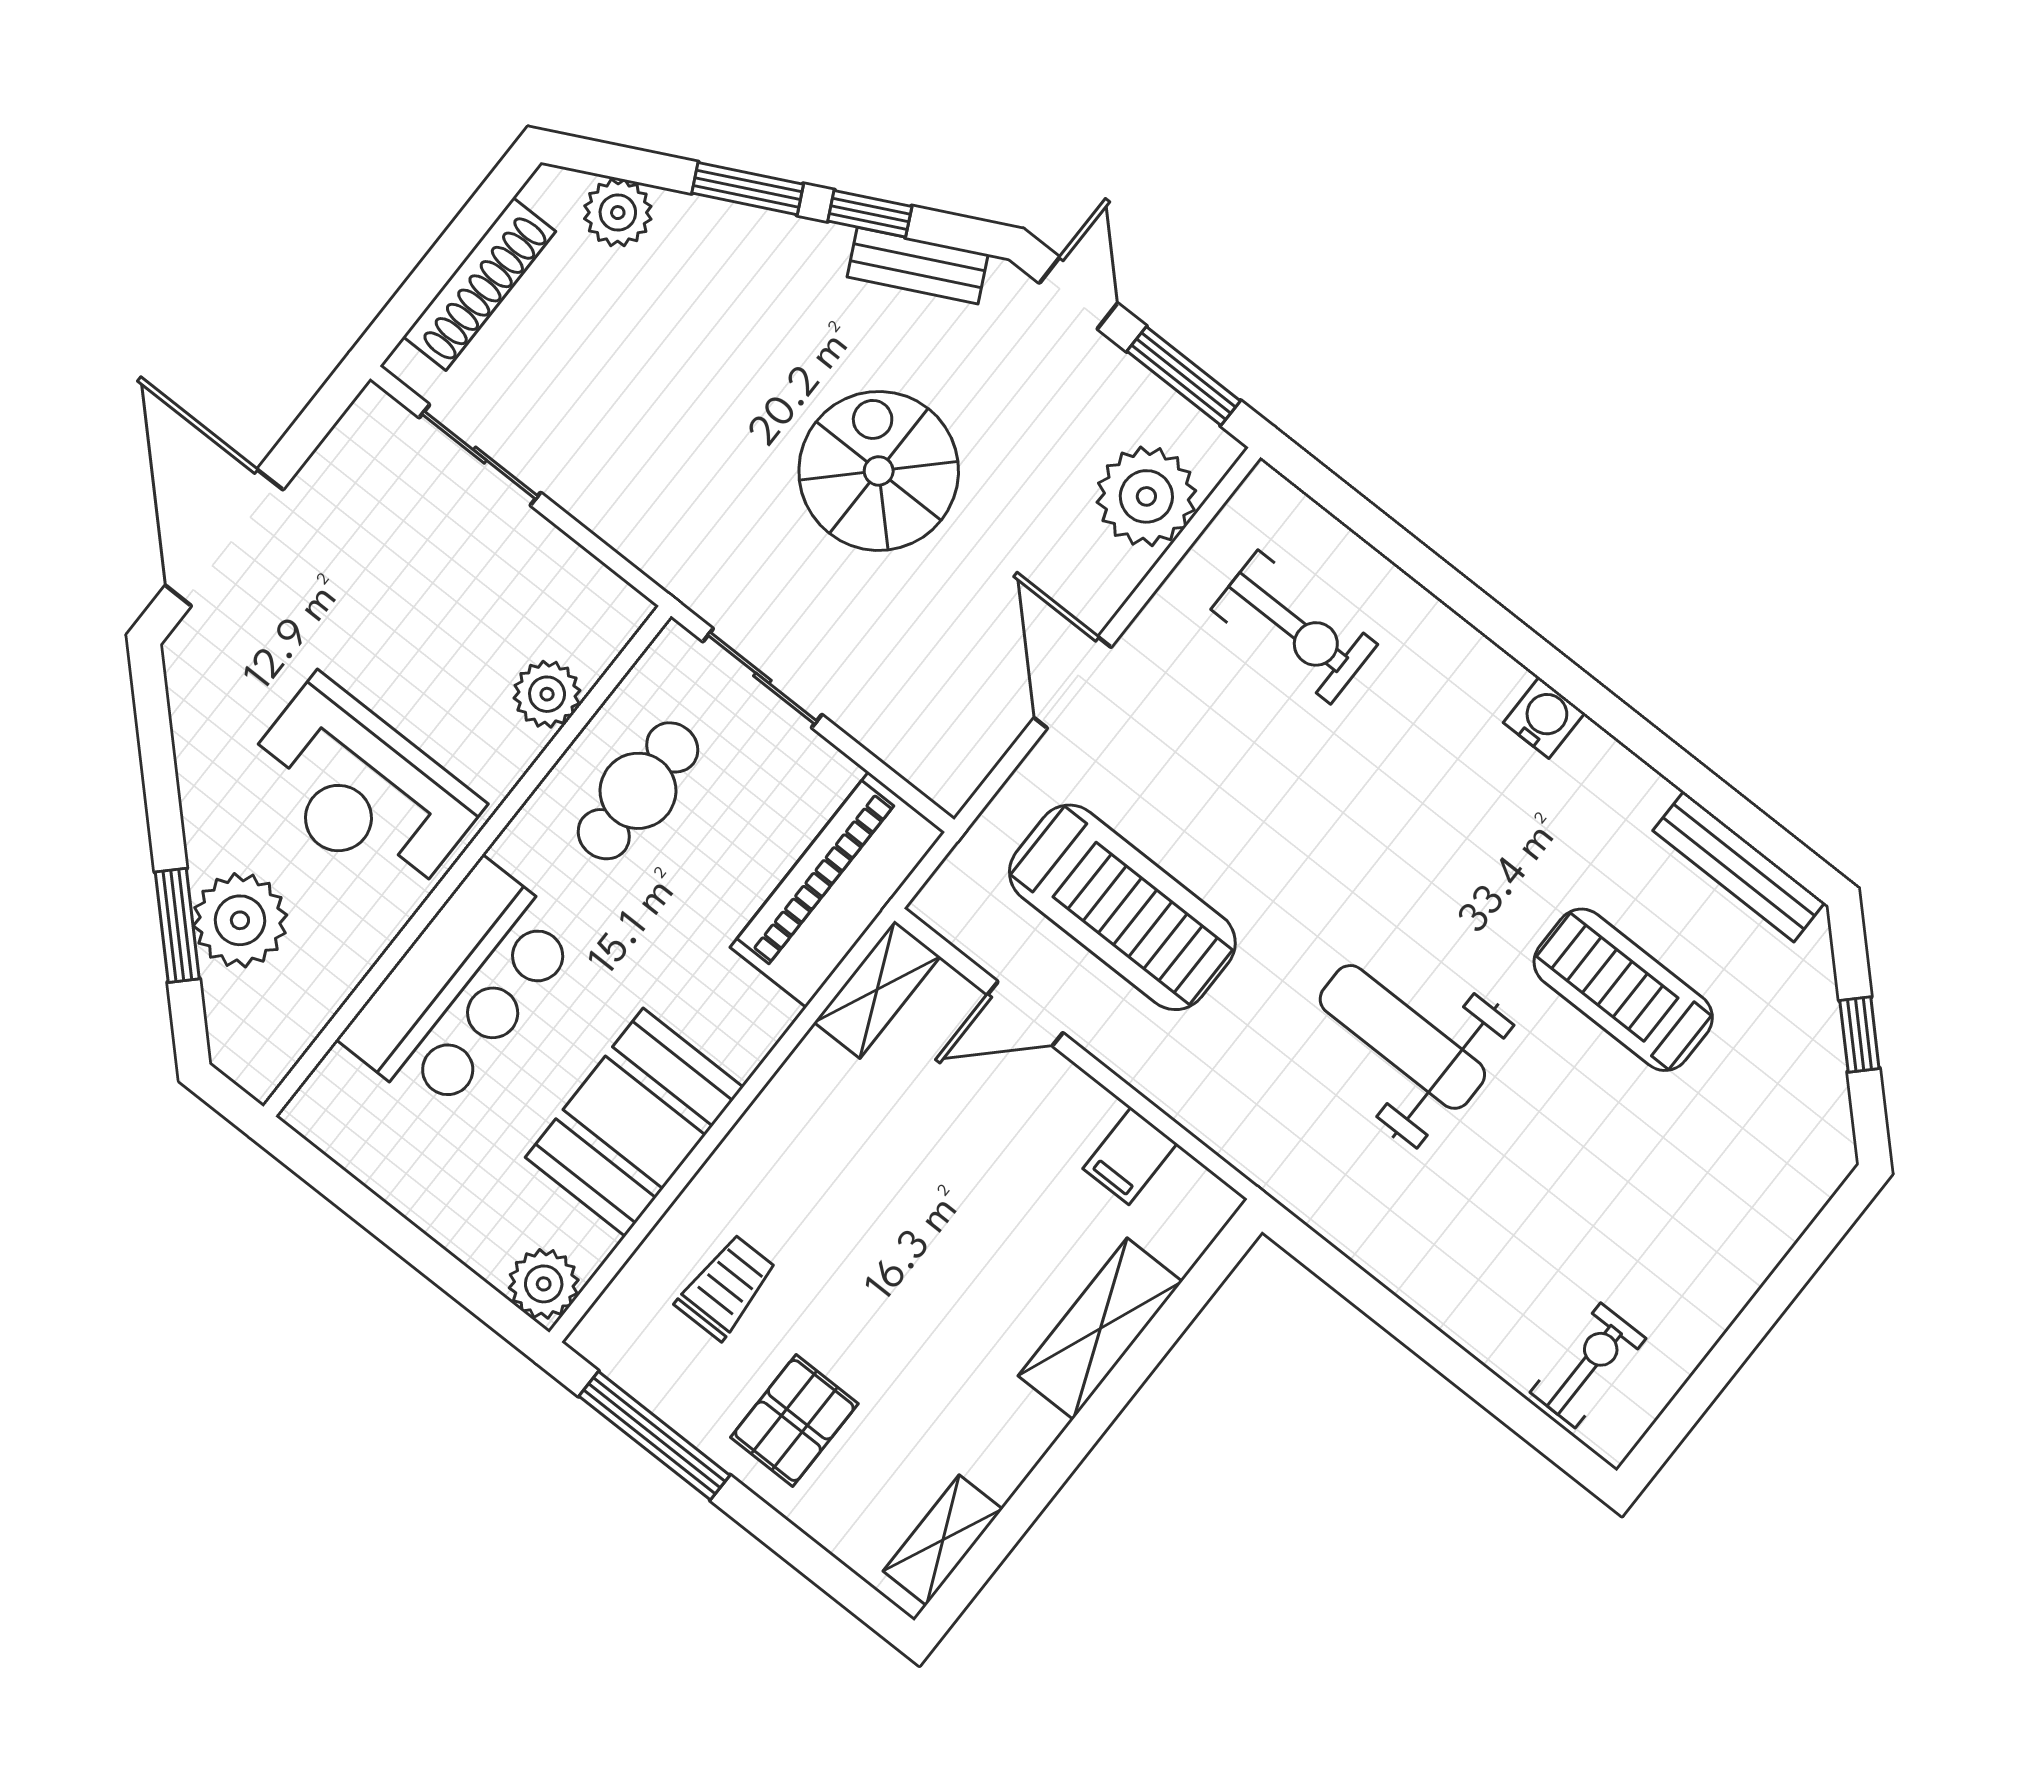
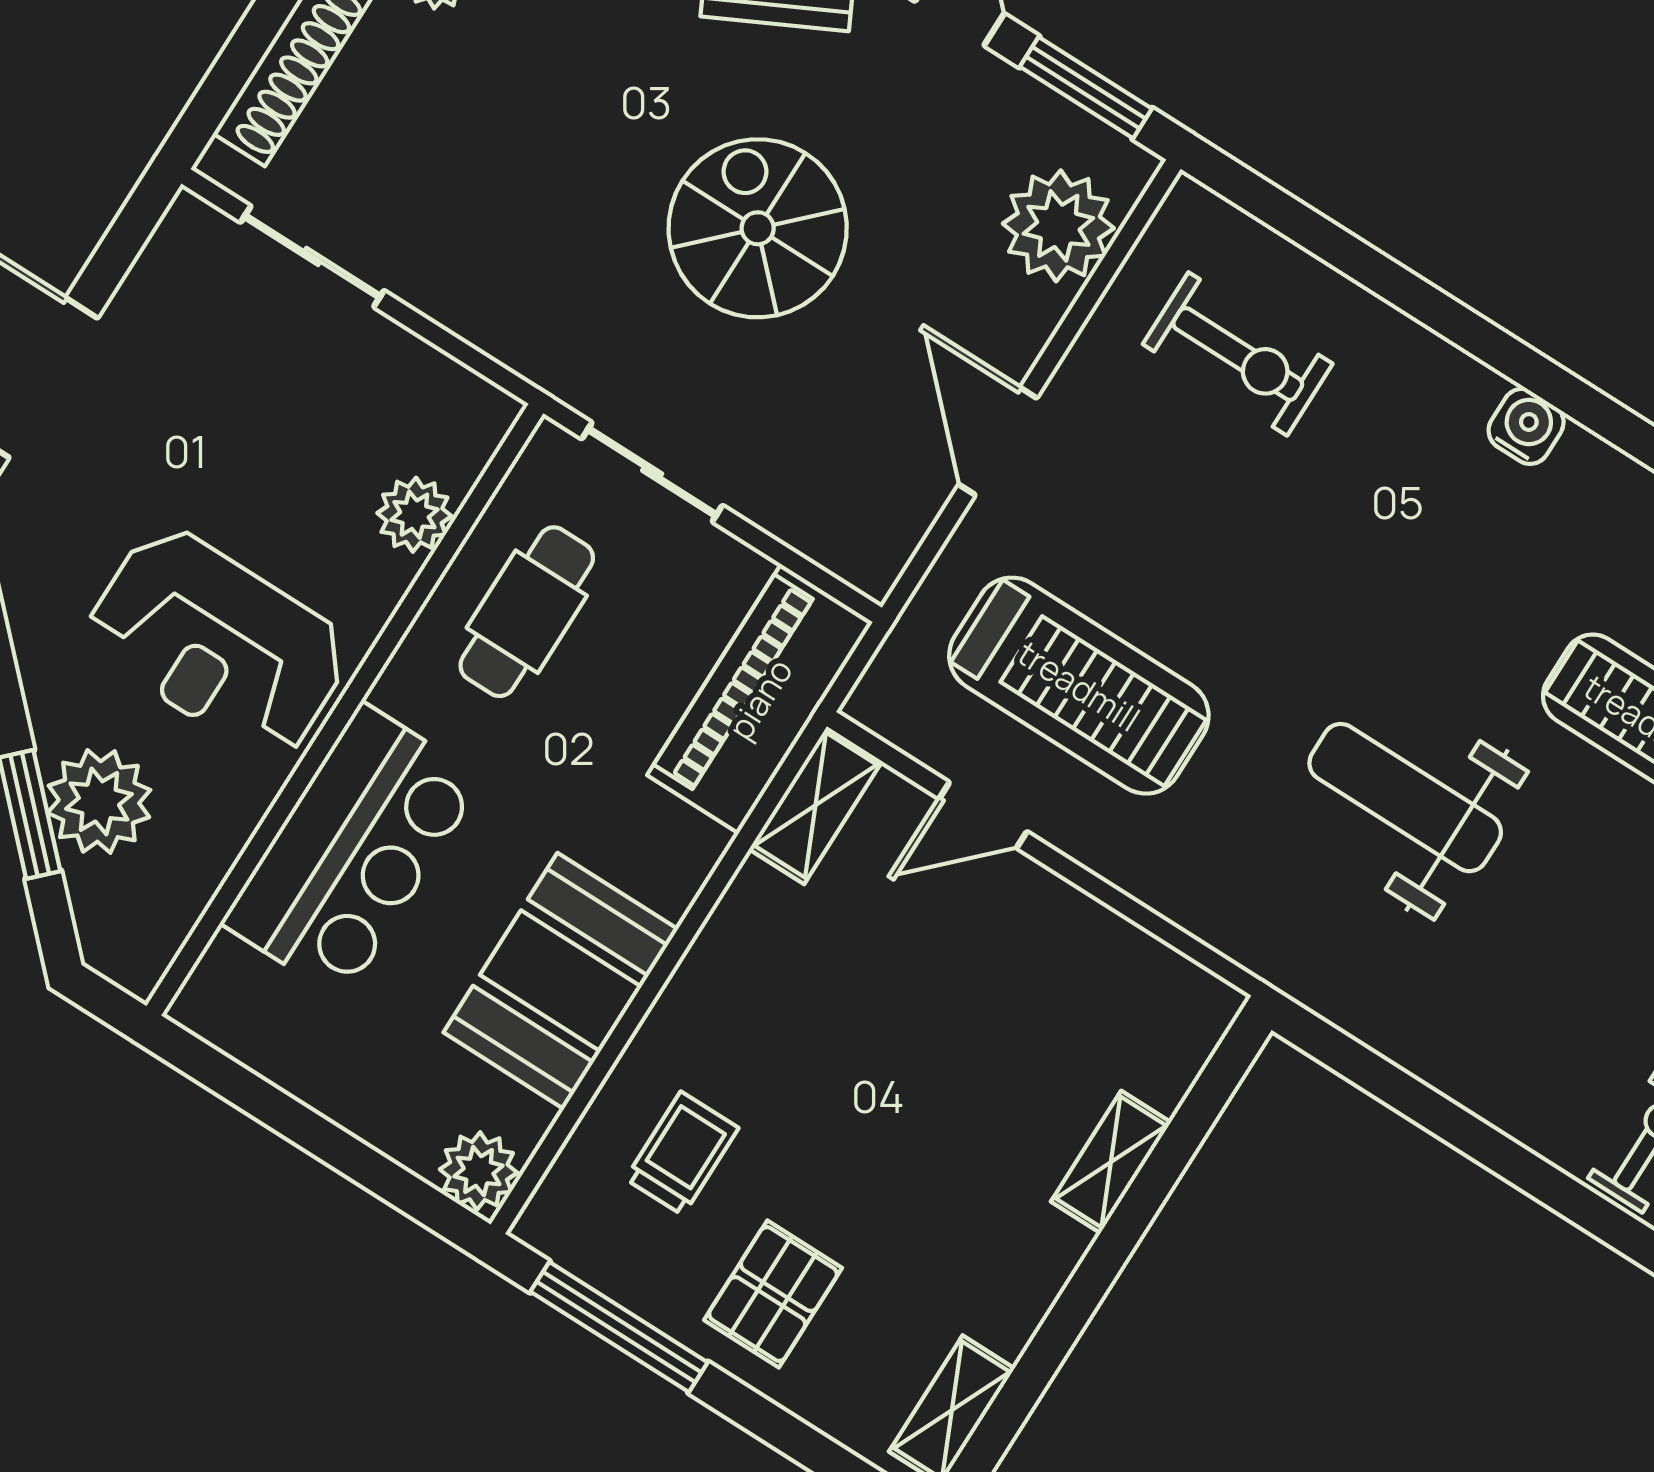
filing cabinet: (1130, 1156) -> (1116, 961), removed
shelving: (1100, 1329) -> (1111, 1162), width x0.67, depth x0.75

